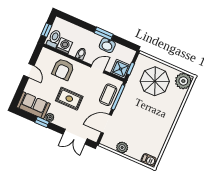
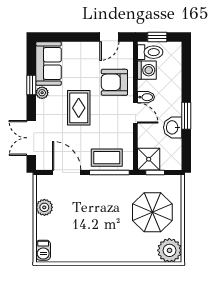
door: (97, 69) -> (135, 113), moved
door: (29, 70) -> (109, 37), moved

